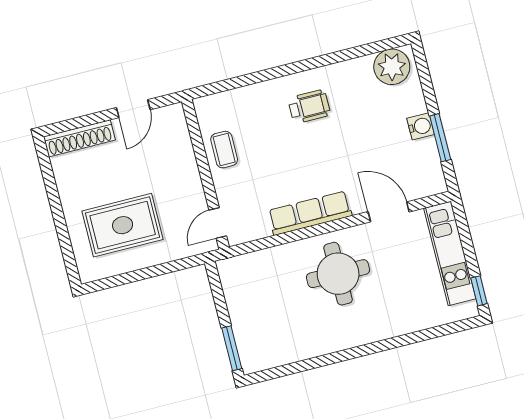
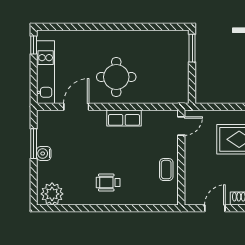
door: (389, 212) -> (76, 107), swing flipped
row of seats: (310, 213) -> (124, 118), width x0.68

